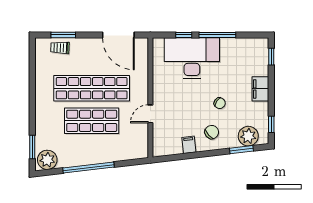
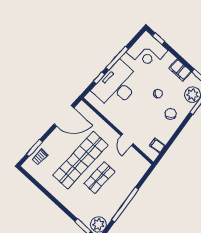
corner desk: (250, 57) -> (147, 51), added
filing cabinet: (260, 89) -> (180, 70), moved
shop shelf: (92, 121) -> (100, 178), width x0.70, depth x0.74
filing cabinet: (189, 145) -> (157, 146), moved

